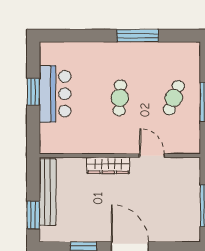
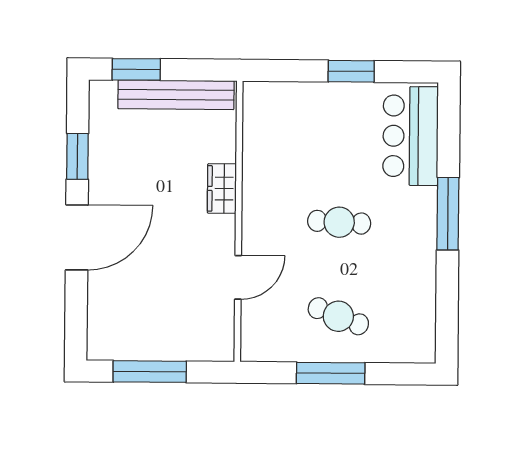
window: (138, 36) -> (448, 214), moved
bar counter: (55, 94) -> (411, 136), moved, turned 90
wardrobe: (108, 165) -> (222, 189), width x0.67

